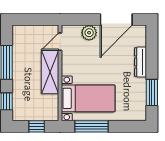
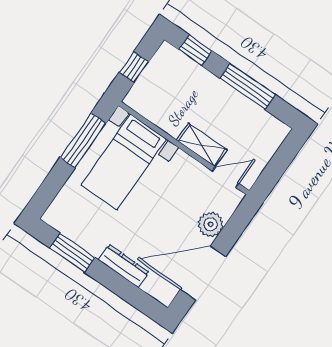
door: (116, 20) -> (203, 273), hinge flipped
door: (60, 42) -> (226, 177), hinge flipped
shelving: (50, 72) -> (202, 145), width x0.67, depth x0.75

